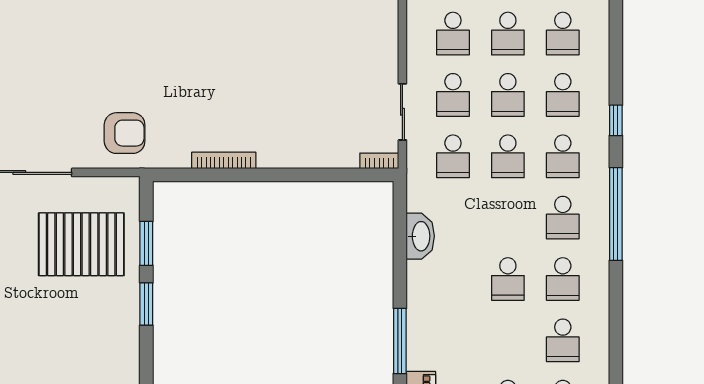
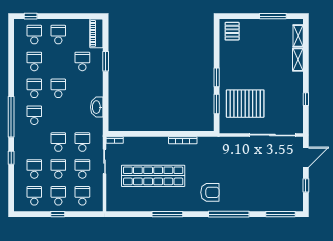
shop shelf: (291, 79) -> (153, 176), added
armchair: (125, 133) -> (210, 192), moved, turned 180
school desk: (563, 156) -> (82, 61), moved
window: (400, 341) -> (106, 61), width x0.69

